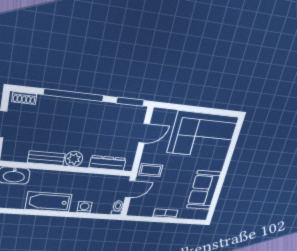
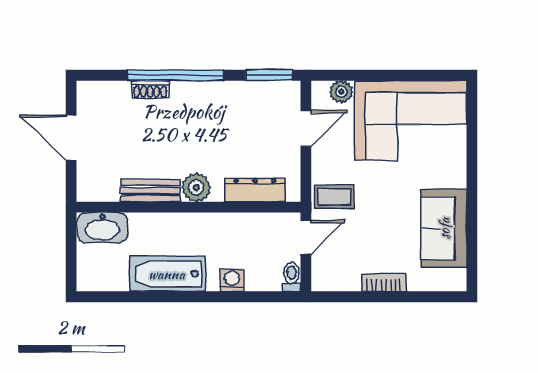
shoe rack: (24, 98) -> (150, 89), moved
plant: (169, 115) -> (341, 92), added

